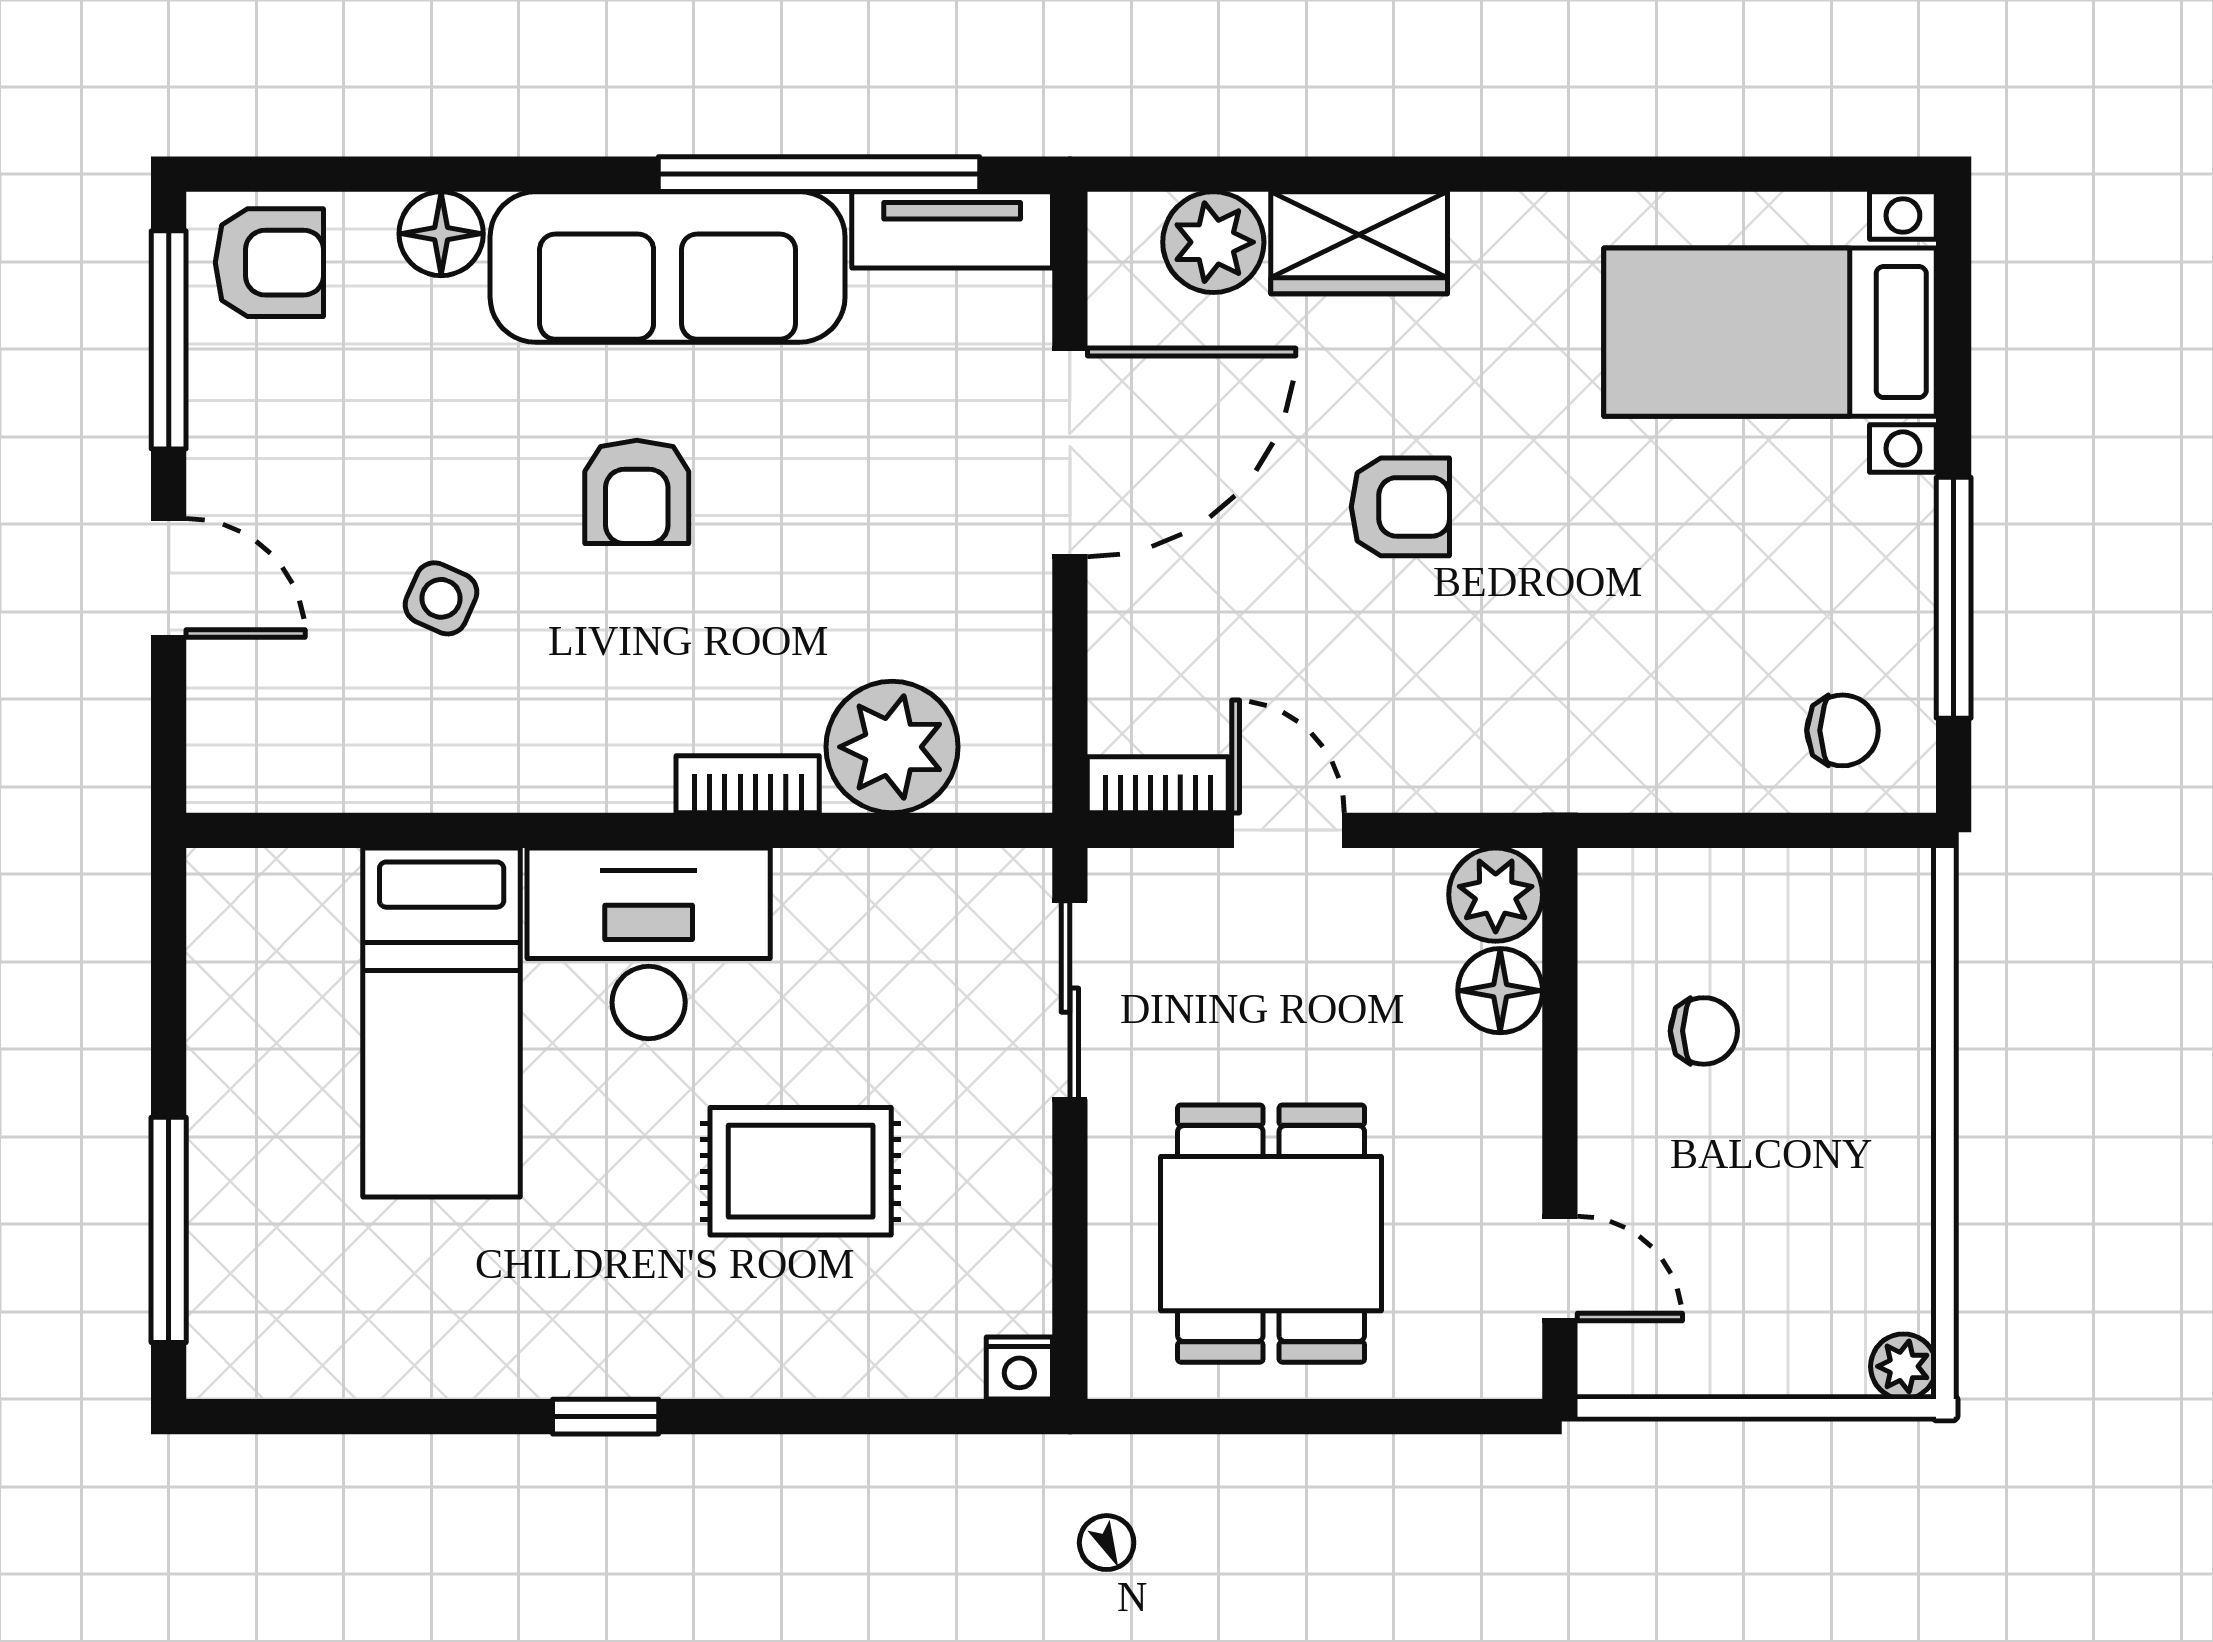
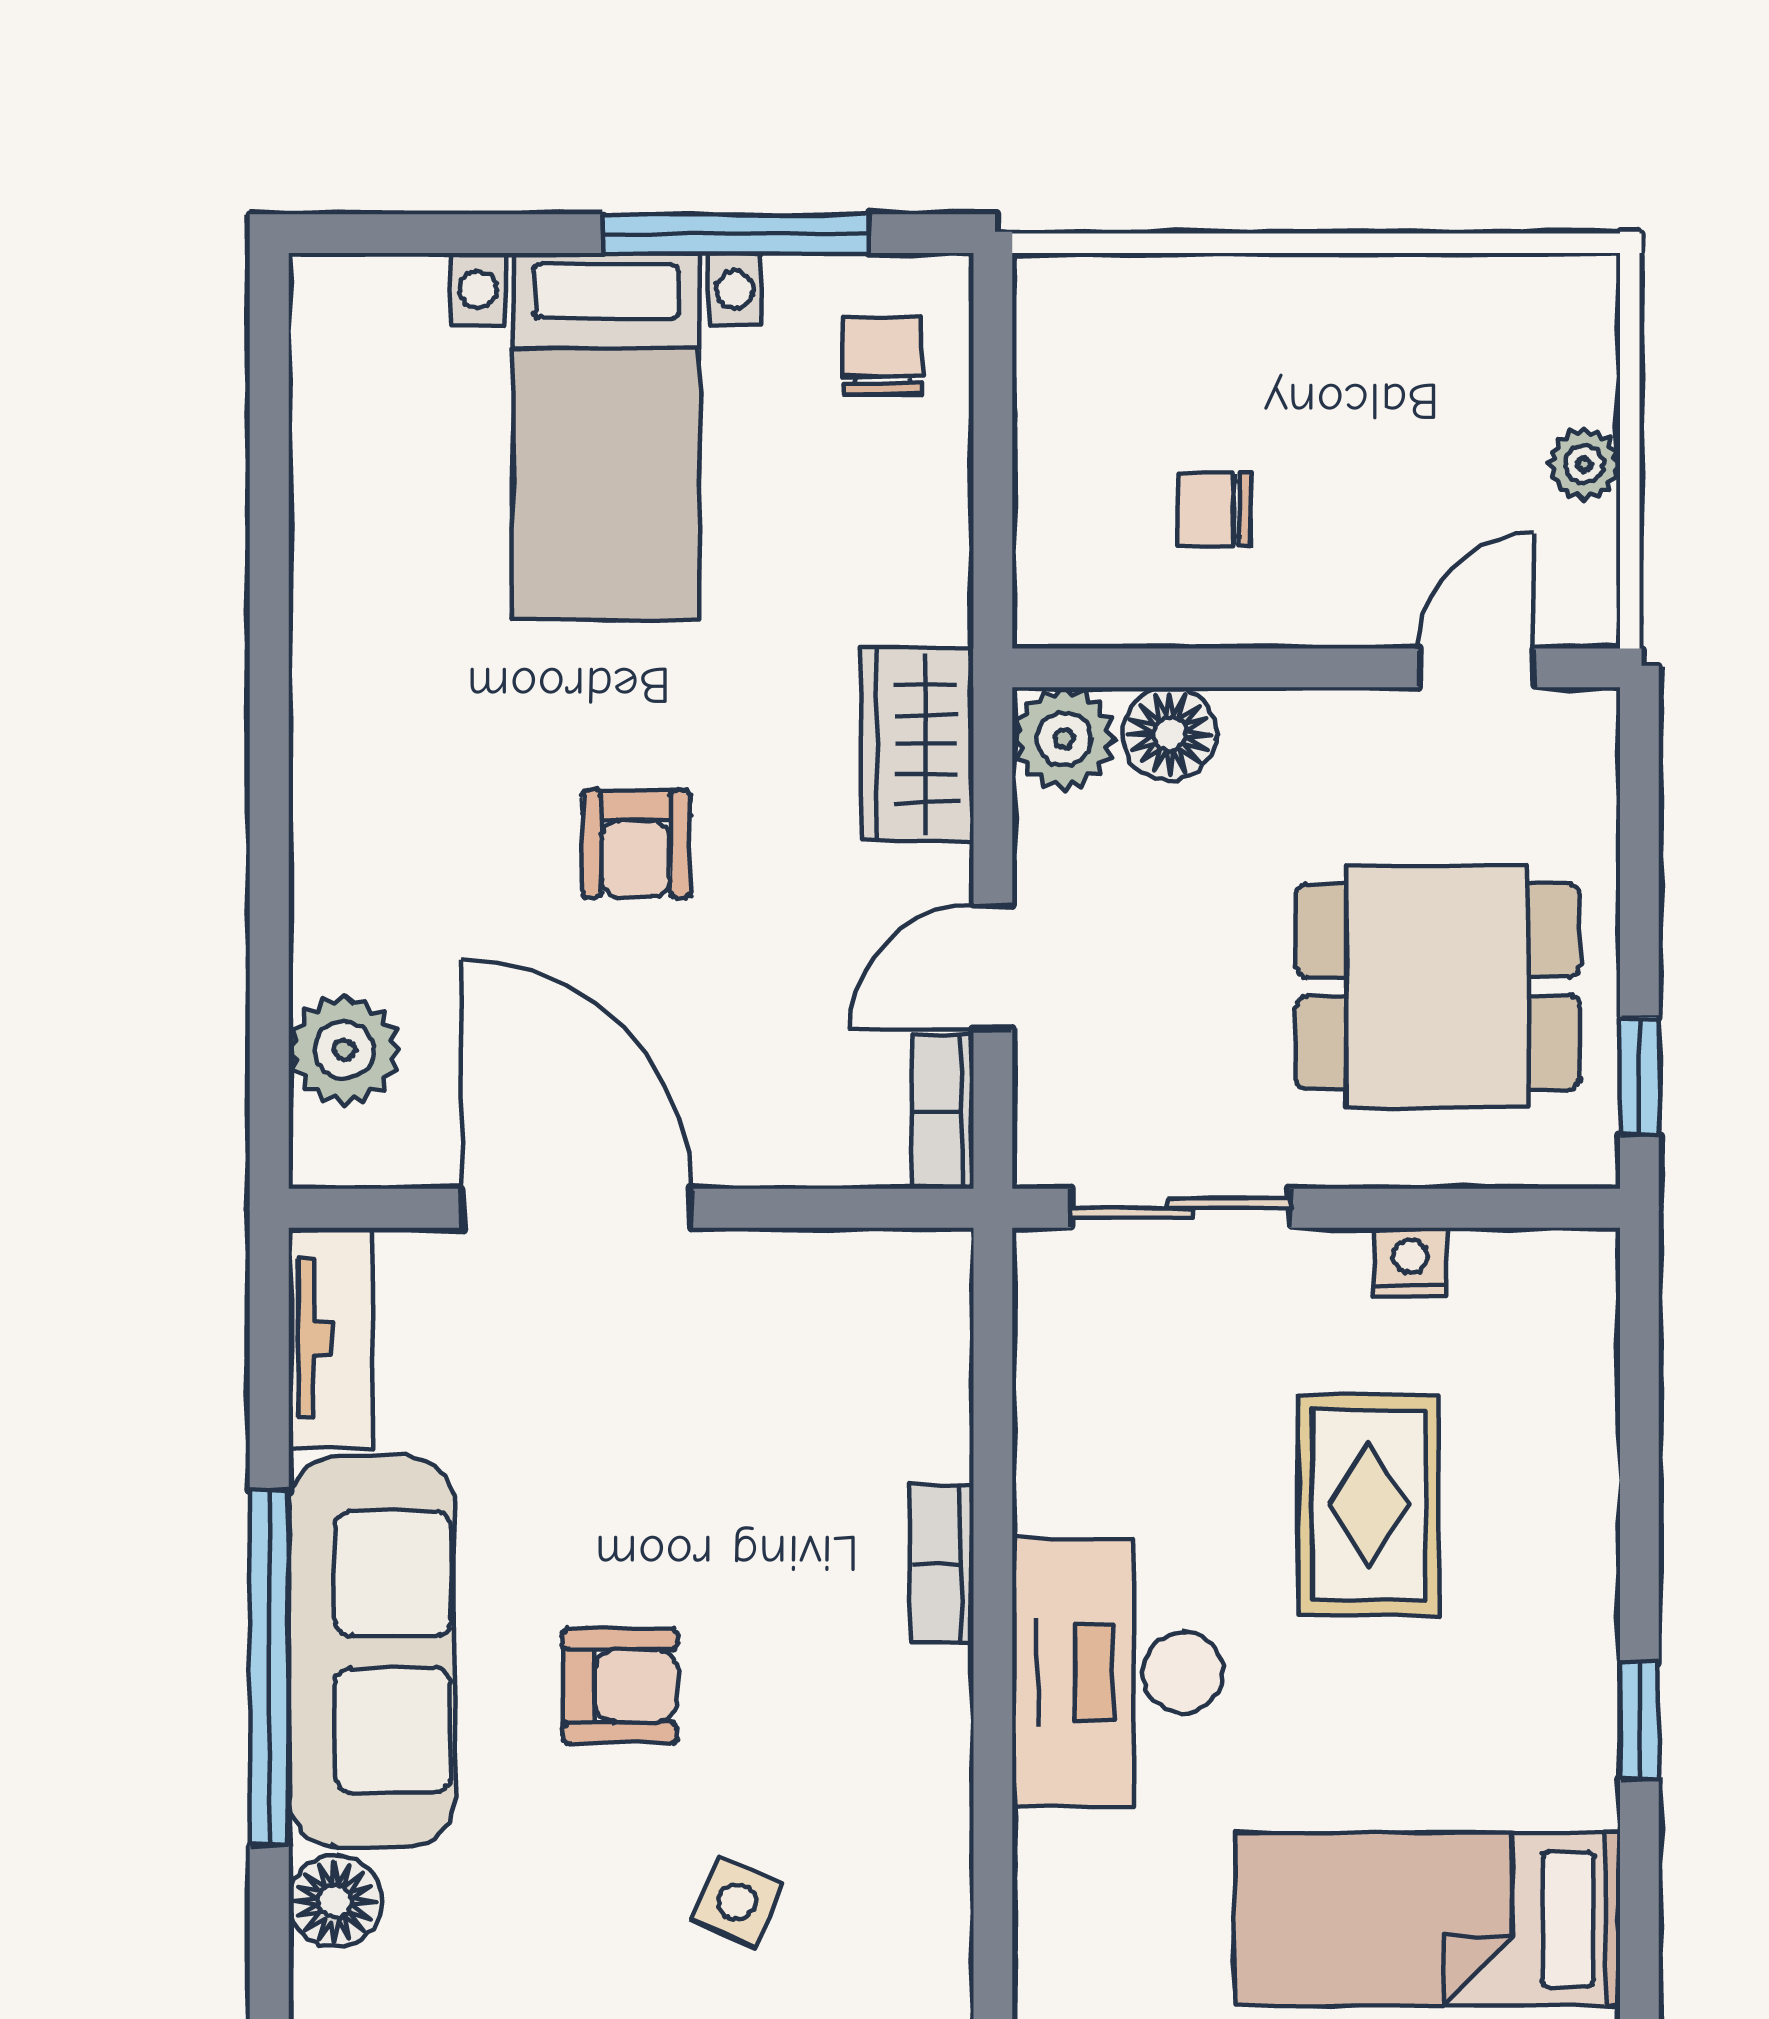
window: (819, 174) -> (269, 1668), moved
wardrobe: (1359, 243) -> (917, 744), moved, turned 180
bed with nightstands: (1770, 332) -> (606, 436), moved
armchair: (1400, 507) -> (636, 844), turned 180
plant: (892, 747) -> (901, 1404), removed
bed: (442, 1023) -> (1428, 1919), moved, turned 180
chair: (1704, 1031) -> (1214, 509), turned -90
plant: (1903, 1366) -> (1584, 464), moved
nightstand: (1019, 1368) -> (1410, 1262), moved, turned -90
window: (1190, 1417) -> (1639, 1076), added

